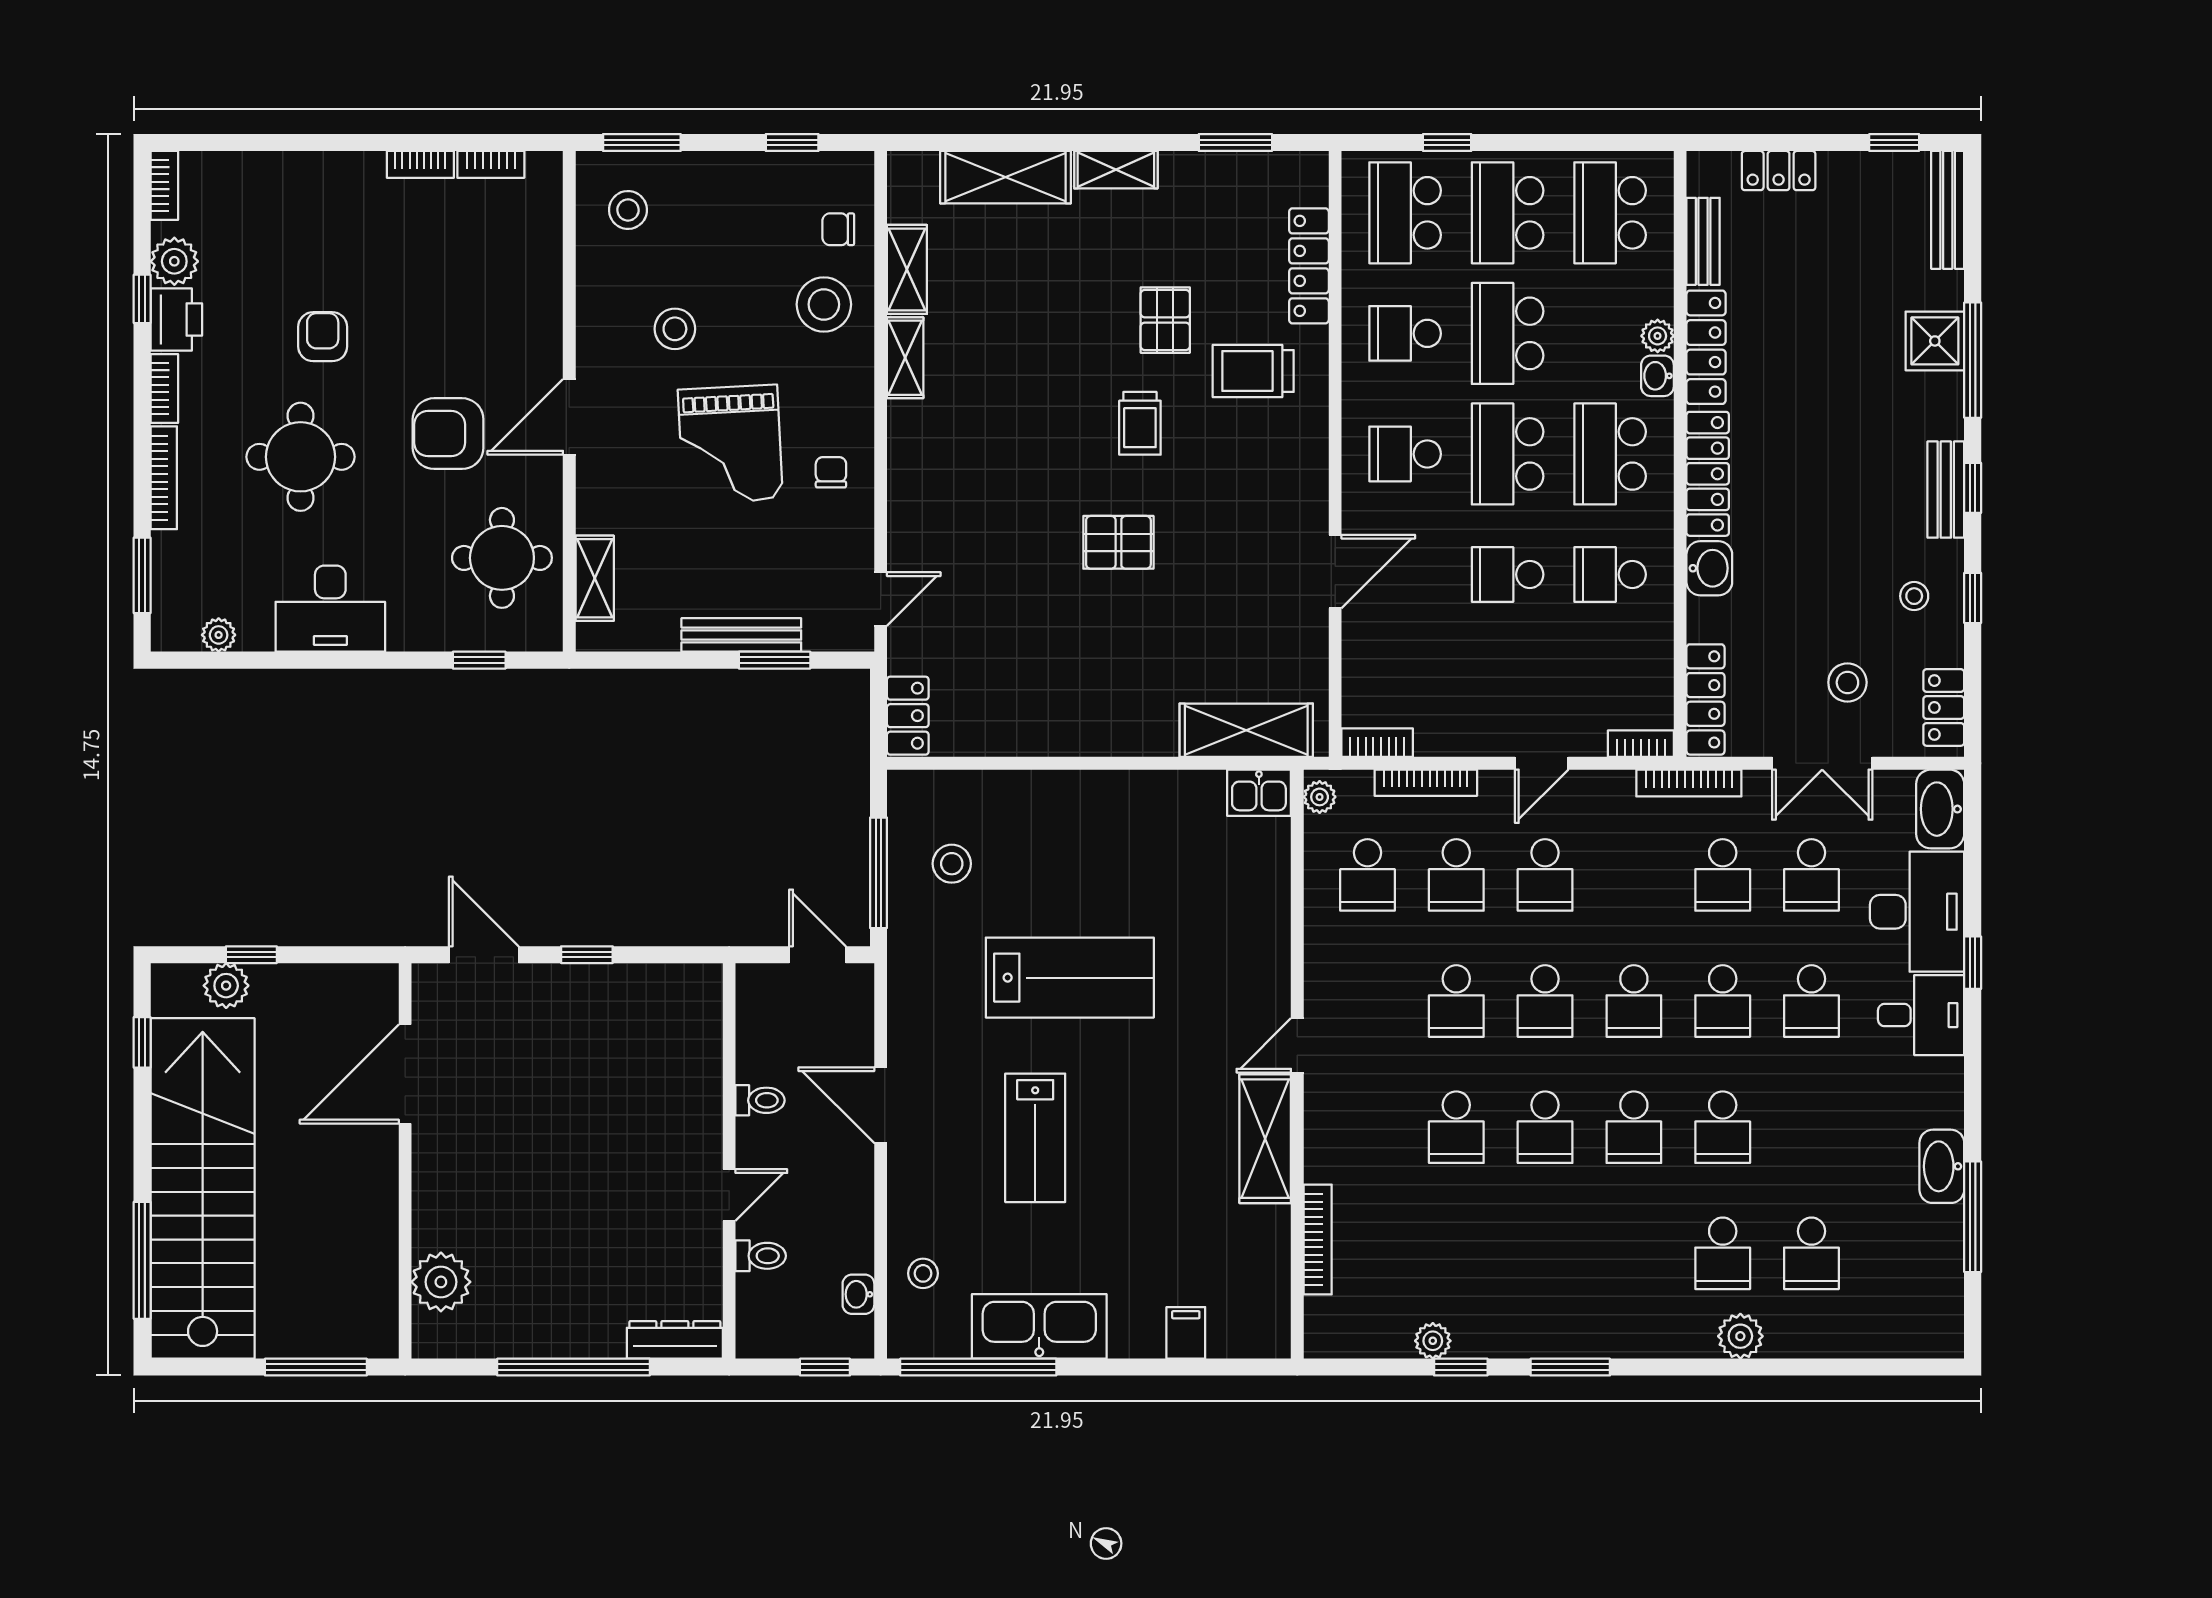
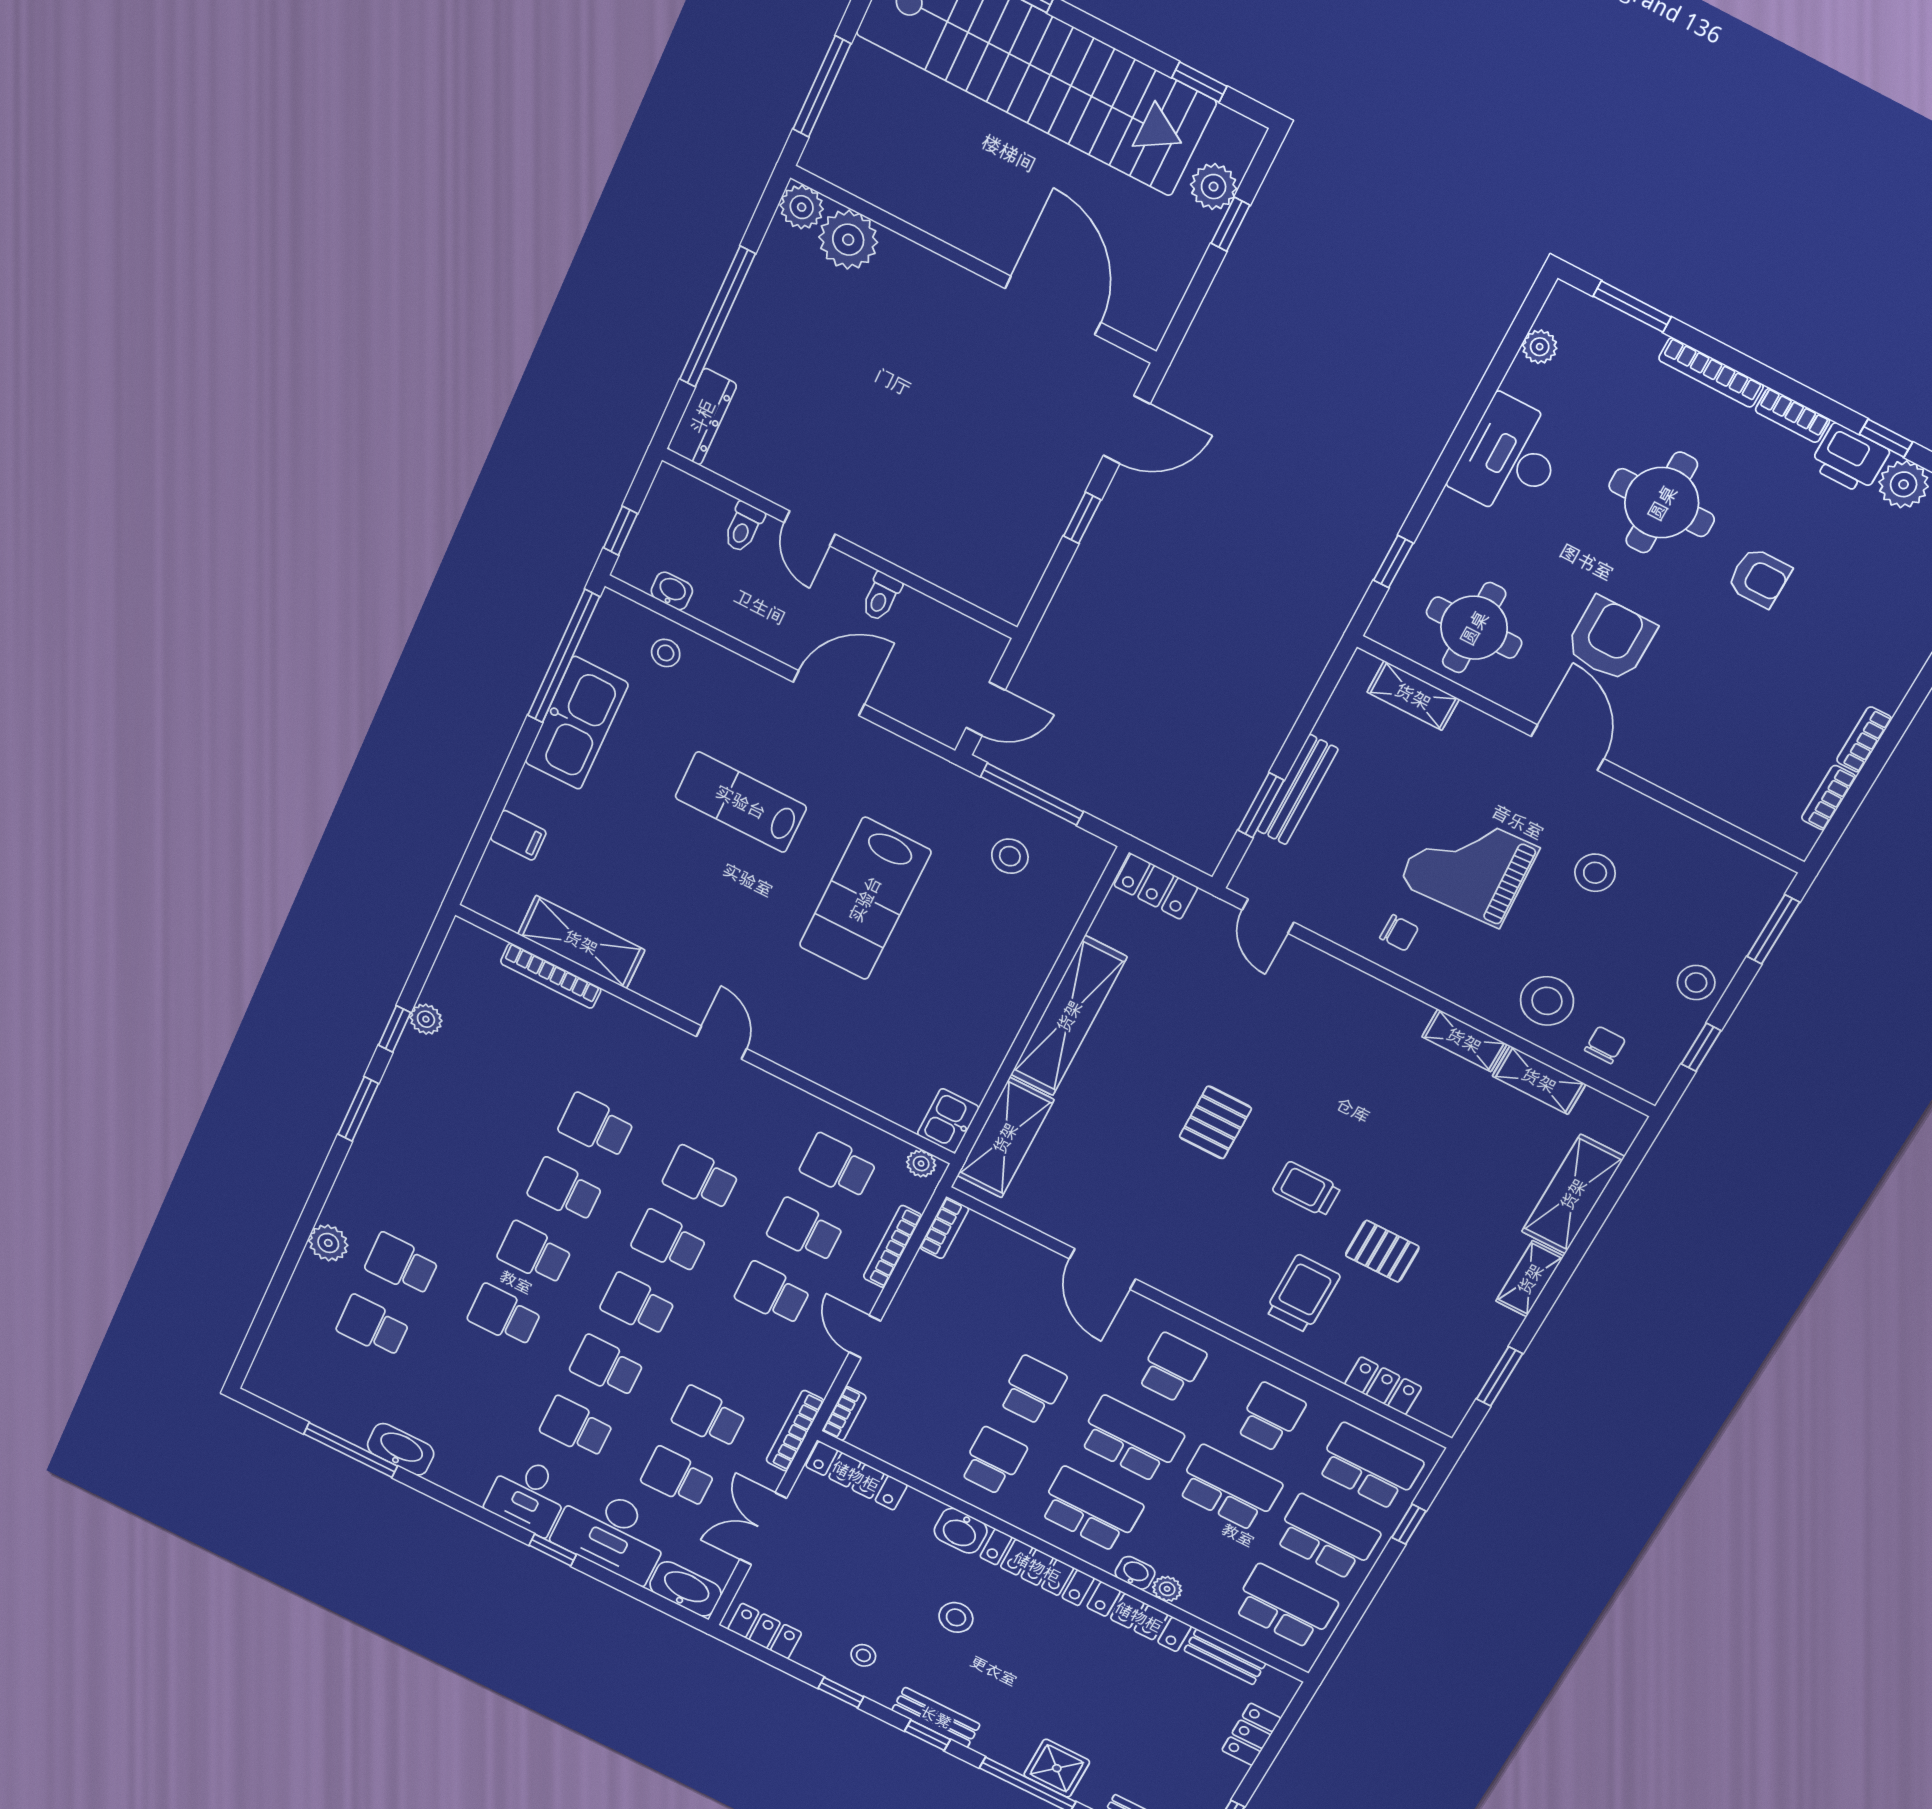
stool: (628, 210) -> (1696, 983), moved
locker: (1309, 266) -> (1383, 1386), width x0.66
stool: (1847, 682) -> (956, 1617), moved
shelving: (1085, 732) -> (1069, 1016), added
shelving: (1265, 1139) -> (581, 942), moved
plant: (433, 1337) -> (802, 207), added

